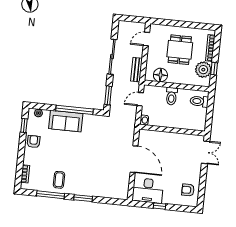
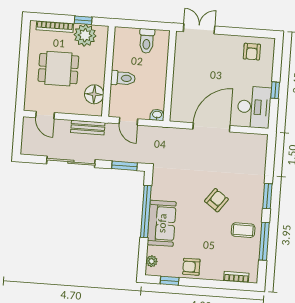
toilet: (199, 101) -> (147, 41), moved
armchair: (81, 161) -> (216, 200), added

